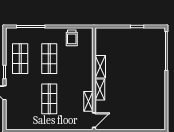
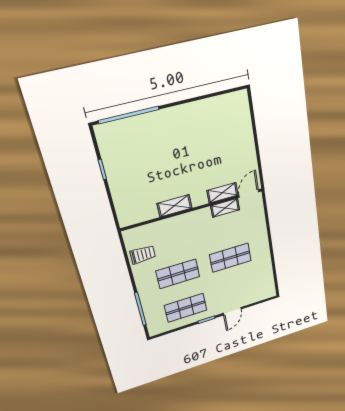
shelving: (100, 90) -> (223, 193), moved
door: (94, 120) -> (249, 193), hinge flipped

